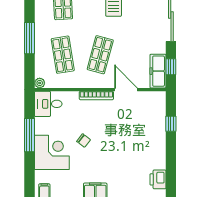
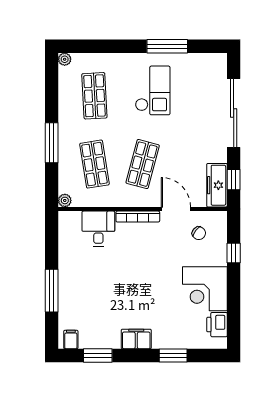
desk: (48, 104) -> (98, 229), moved, turned 90
window: (29, 135) -> (52, 291), moved
chair: (84, 141) -> (199, 233), moved
corner desk: (52, 152) -> (205, 289), moved, turned 180

